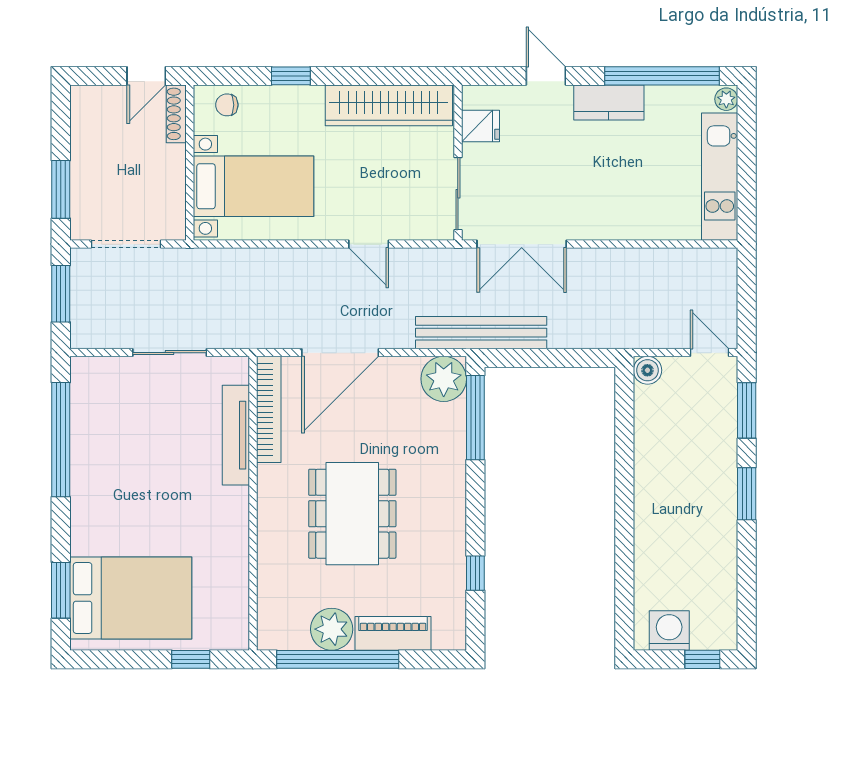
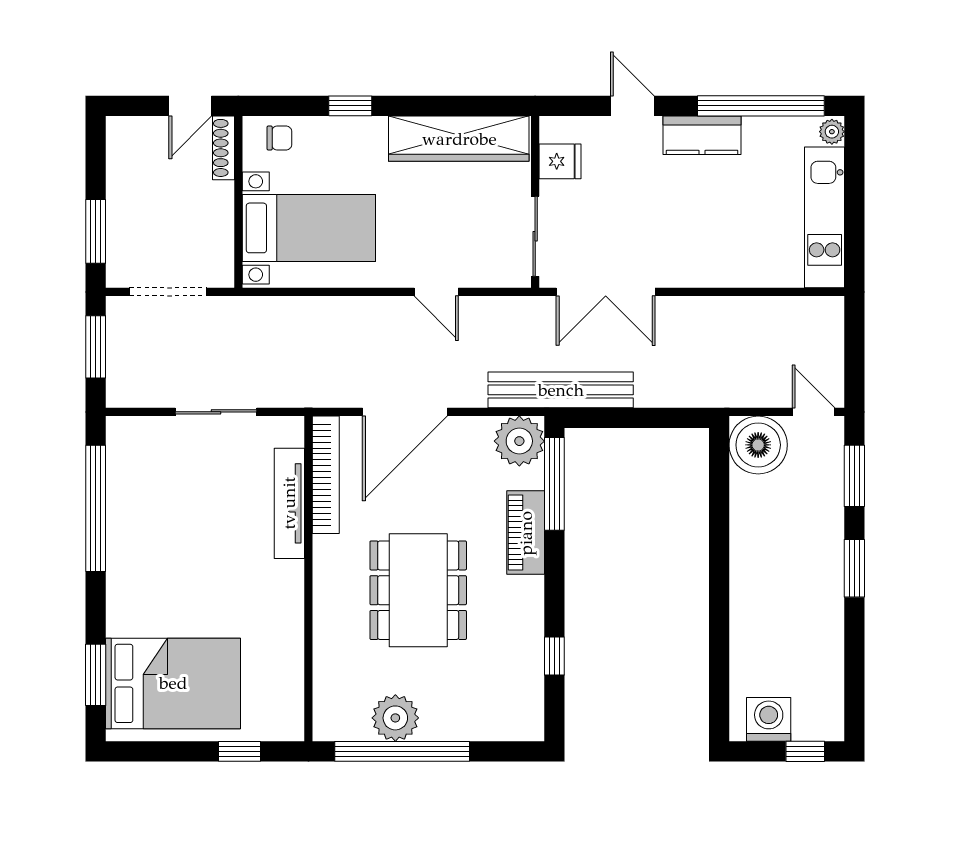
chair: (227, 105) -> (279, 138), turned 180
boiler: (647, 370) -> (758, 445), width x1.86, depth x1.86
piano: (393, 633) -> (526, 533), moved, turned -90

